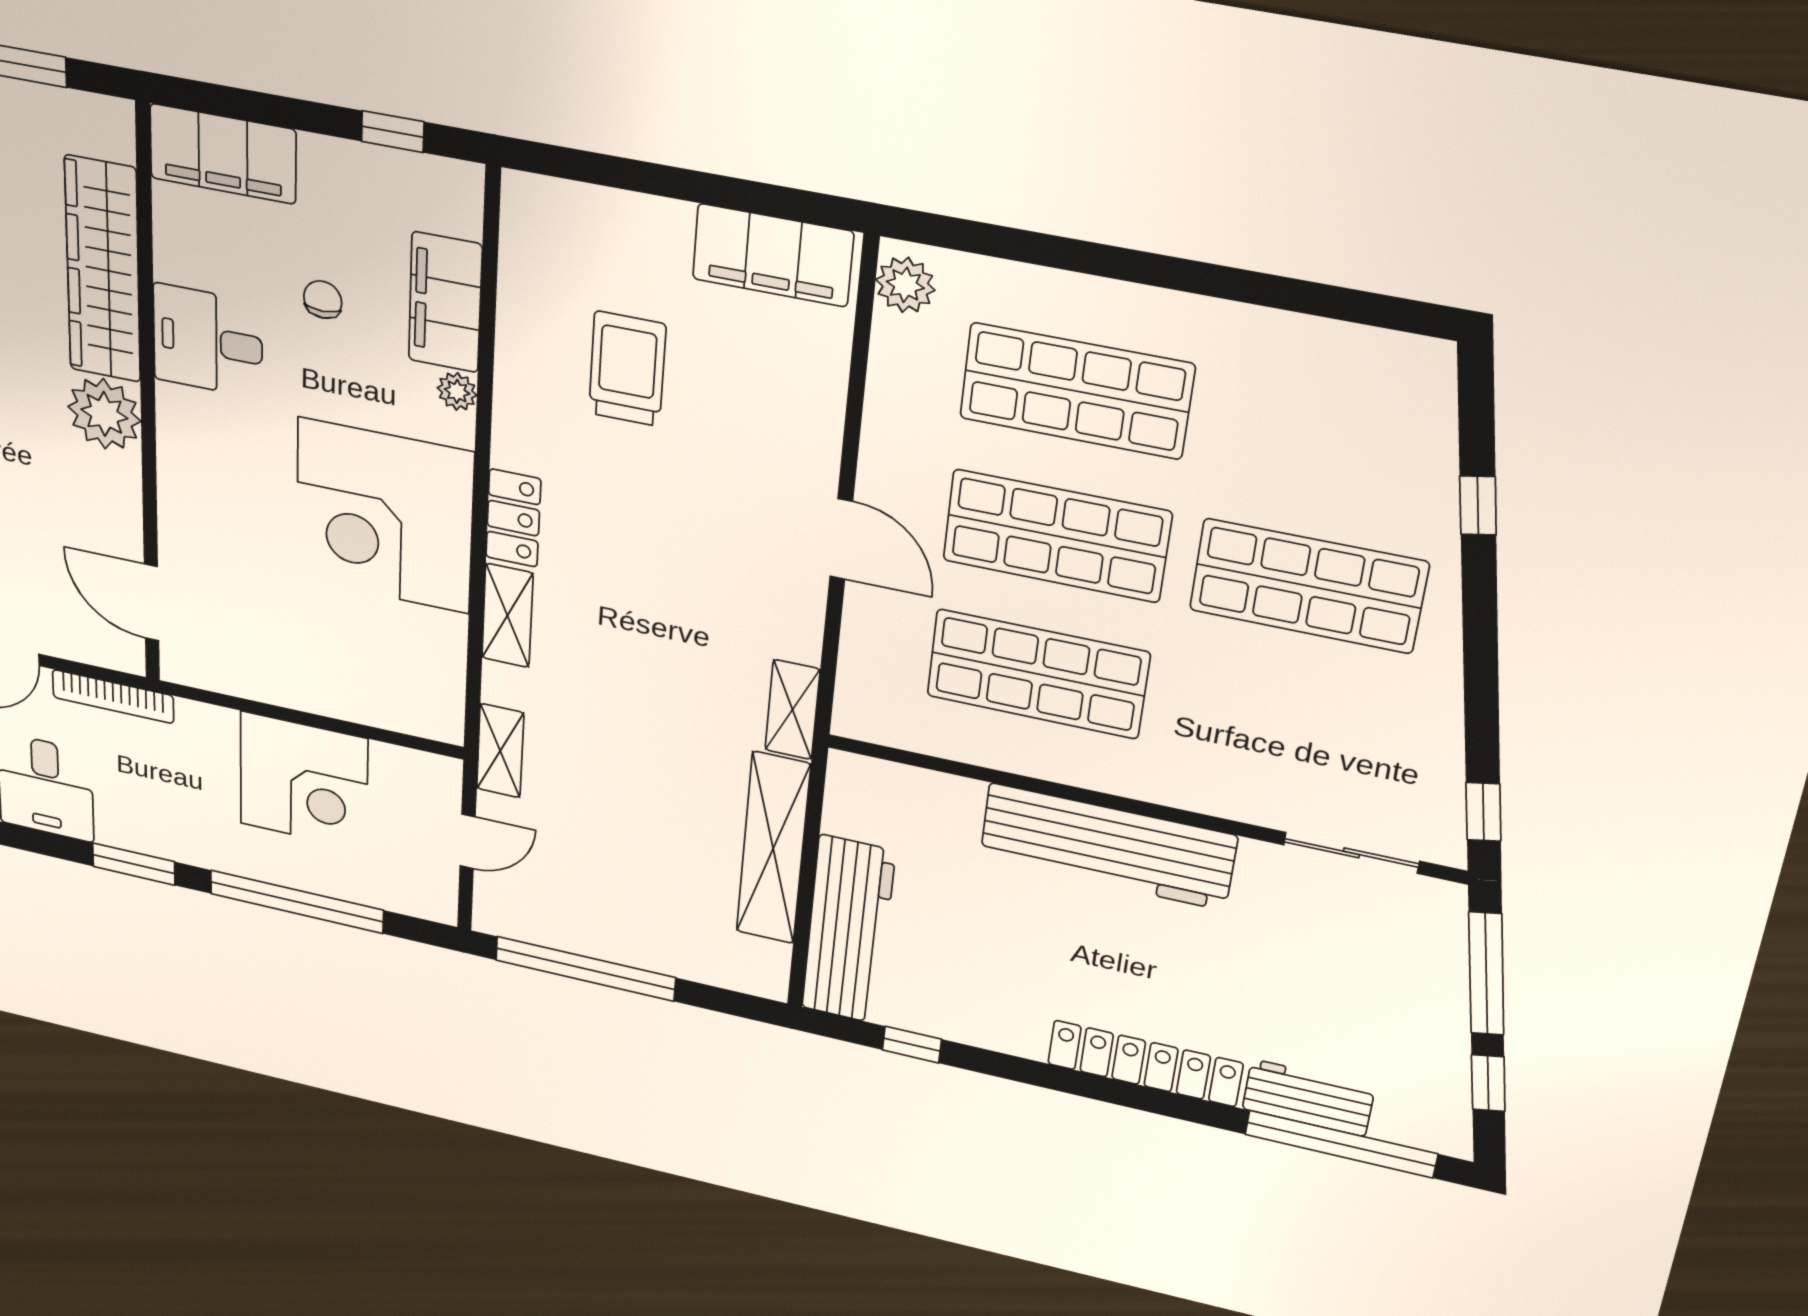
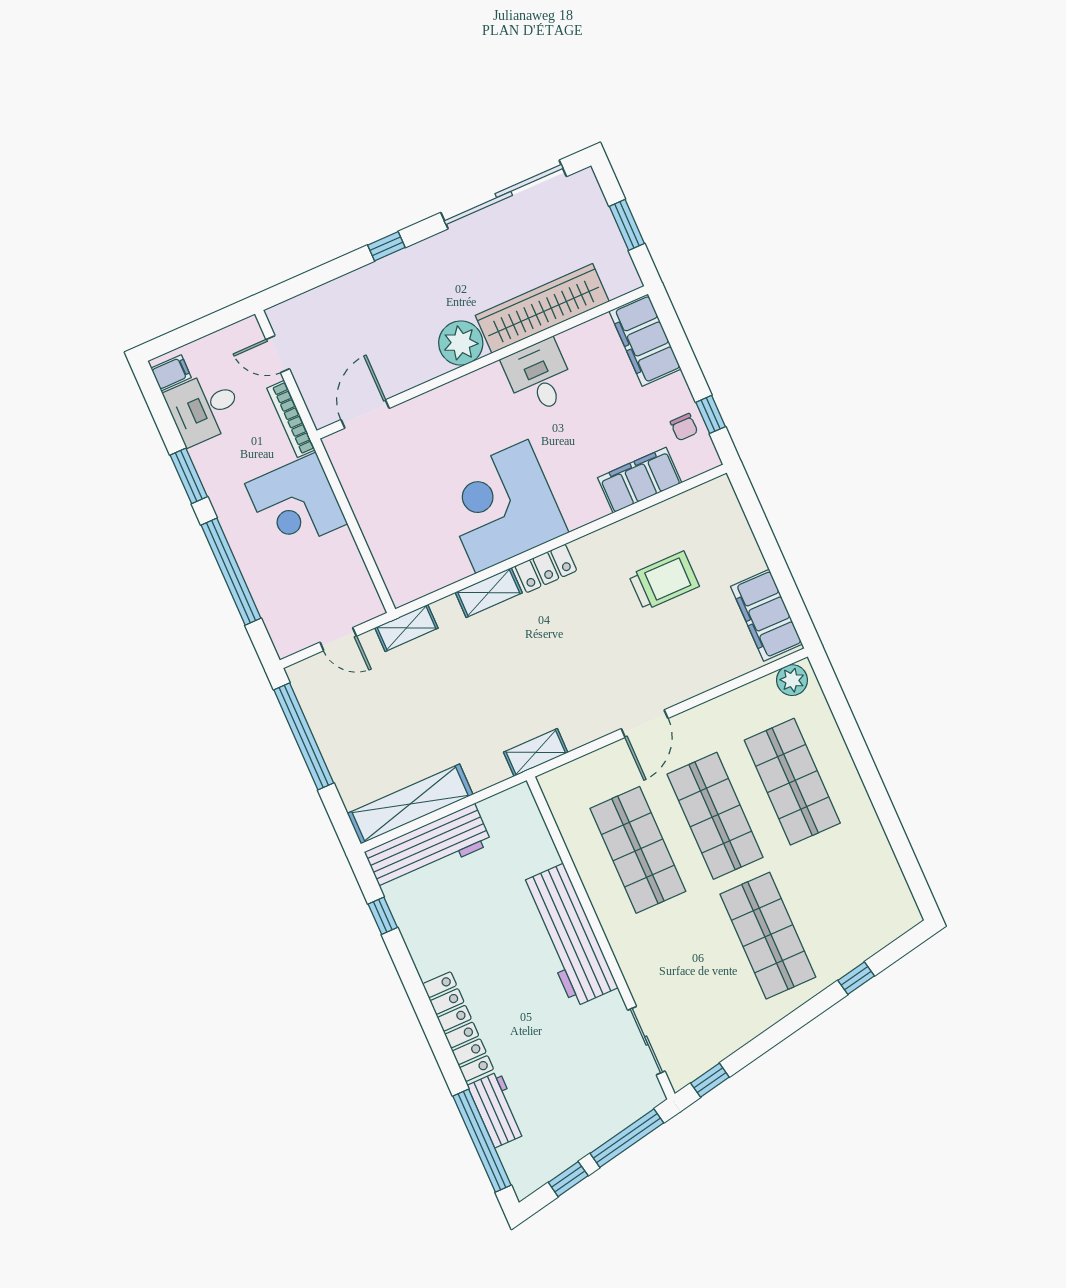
chair: (323, 300) -> (684, 427), moved, turned 90
plant: (457, 391) -> (596, 508), removed
corner desk: (304, 781) -> (296, 504), moved
shelving: (773, 848) -> (410, 804), moved

